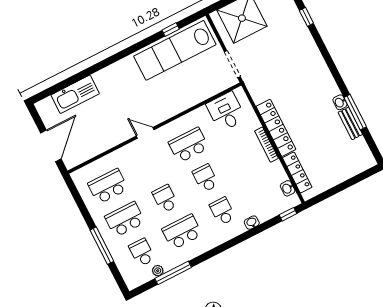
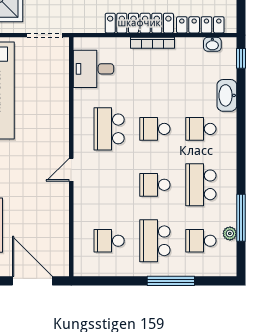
school desk: (108, 186) -> (109, 241), width x0.54
washbasin: (252, 223) -> (227, 95), width x1.91, depth x1.45

